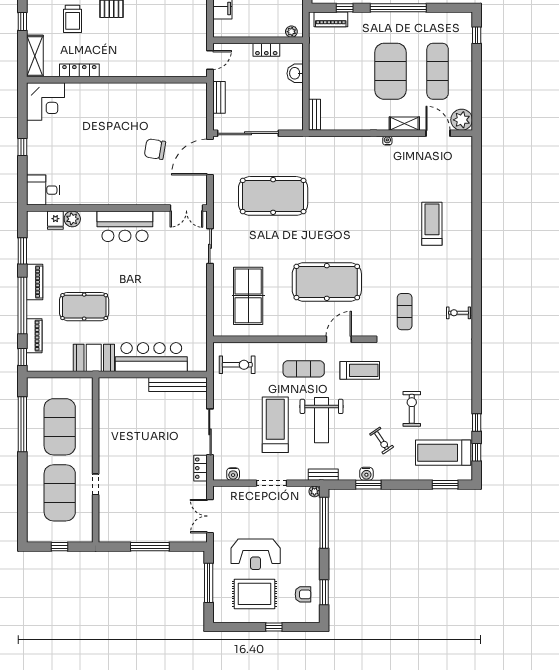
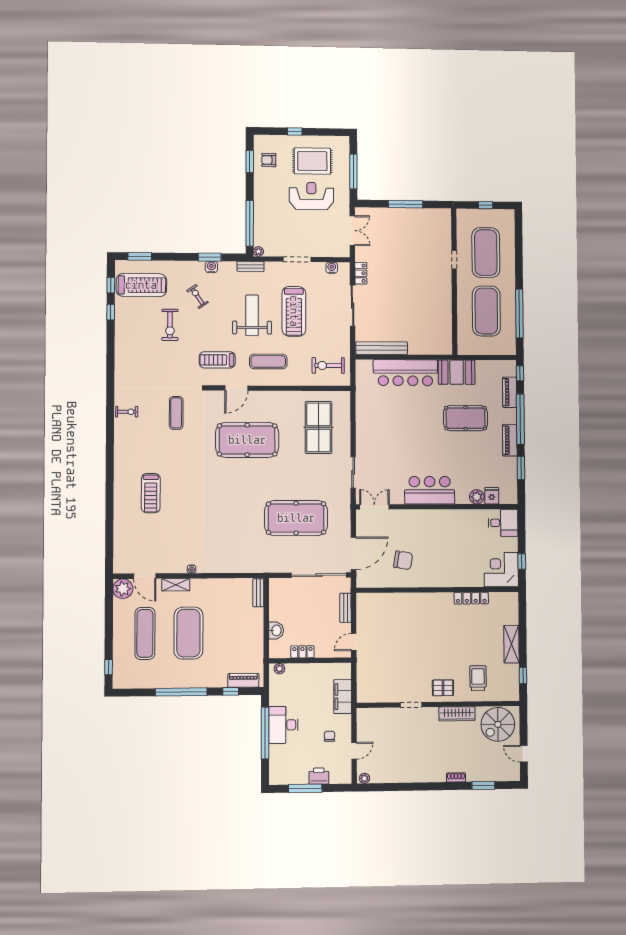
locker: (79, 70) -> (471, 598), moved
wall: (117, 80) -> (438, 590), moved
corner desk: (46, 101) -> (501, 570), moved

